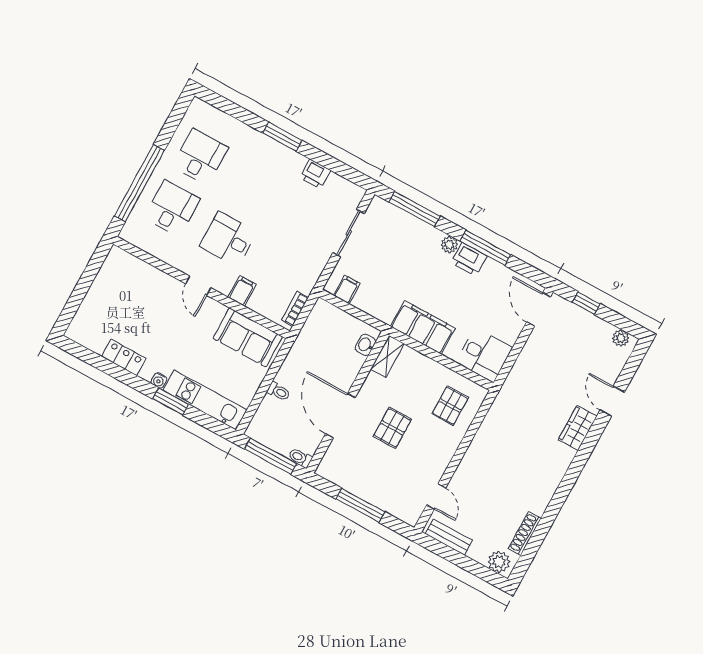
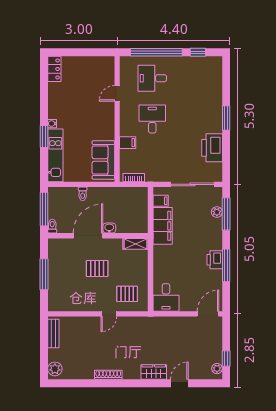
window: (171, 126) -> (198, 52), added
desk: (200, 157) -> (190, 78), removed
printer: (315, 174) -> (212, 148), width x1.87, depth x1.48
desk: (172, 208) -> (152, 78), turned 180
sliding door: (349, 233) -> (193, 184), width x1.37
plant: (449, 245) -> (217, 212), moved
door: (198, 286) -> (117, 93), moved
window: (586, 303) -> (226, 359), moved
filing cabinet: (423, 327) -> (163, 226), moved
washbasin: (365, 345) -> (109, 228), moved
locker: (124, 357) -> (54, 69), moved
door: (436, 497) -> (109, 314), moved
shoe rack: (525, 533) -> (108, 375), moved

